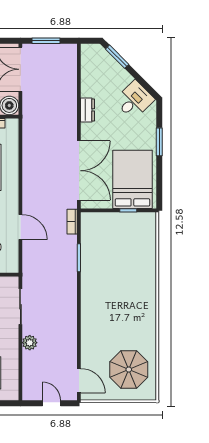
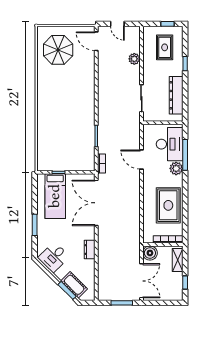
cot: (108, 64) -> (74, 285), added
bed: (132, 179) -> (55, 196), width x0.67
plant: (30, 343) -> (134, 59), moved

